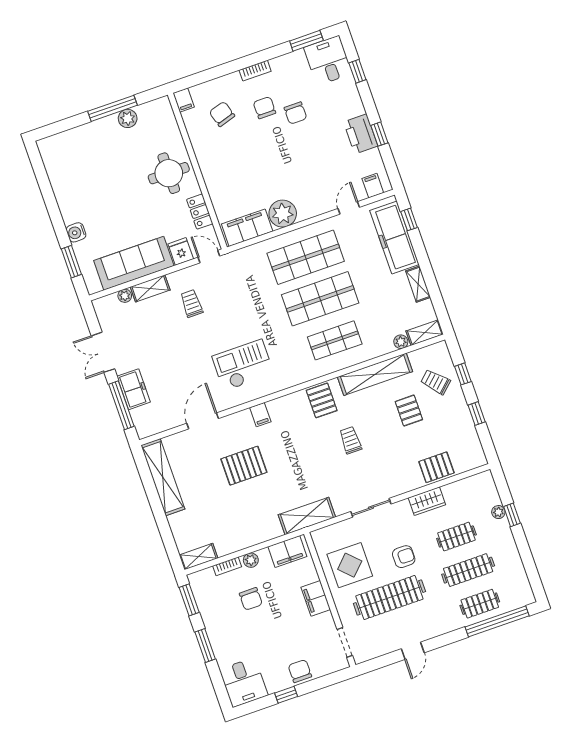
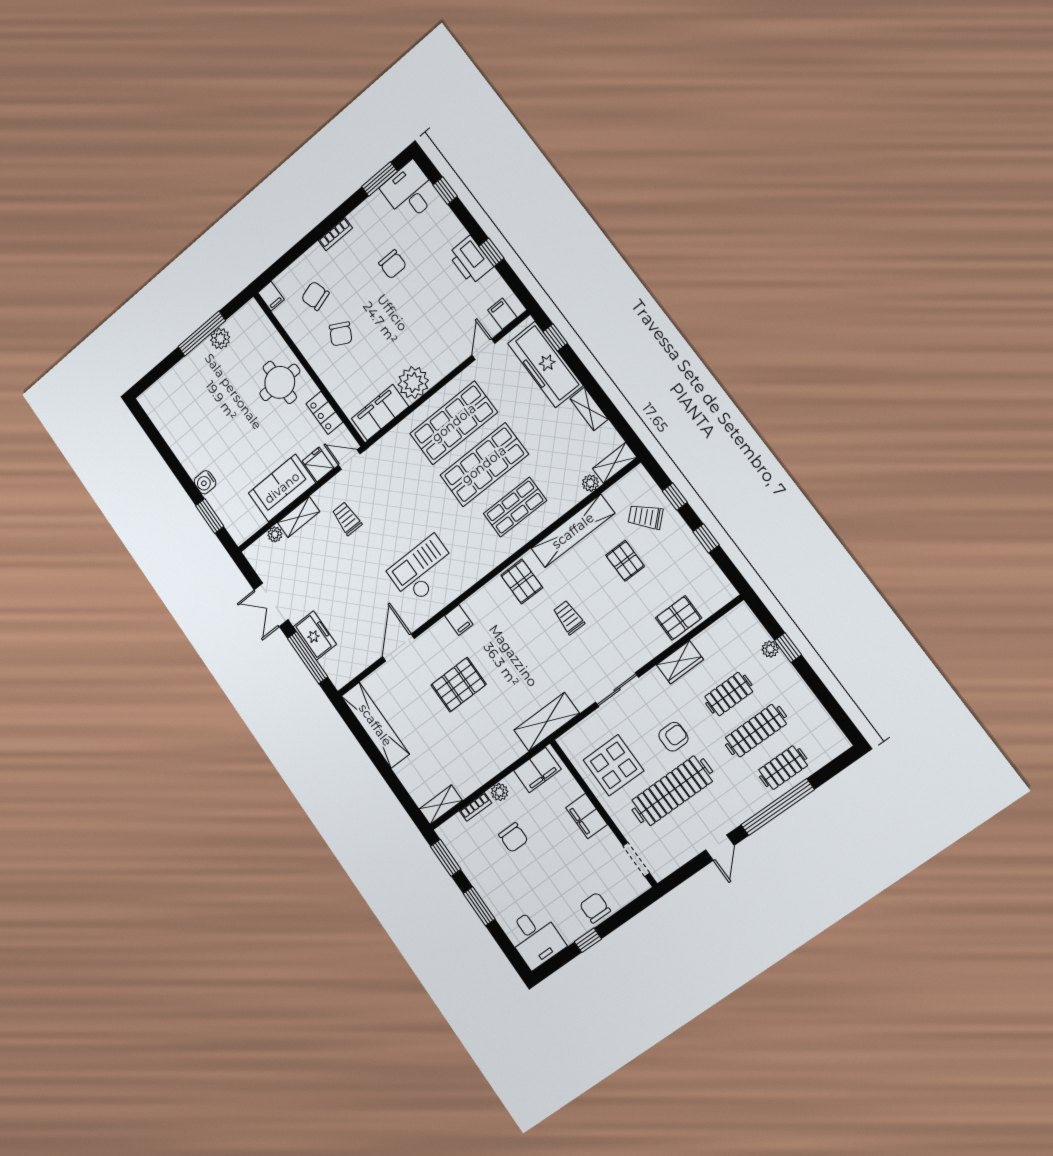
chair: (264, 108) -> (341, 334), moved, turned -152
sofa: (134, 263) -> (282, 488), width x0.73
window: (497, 621) -> (778, 807), moved

